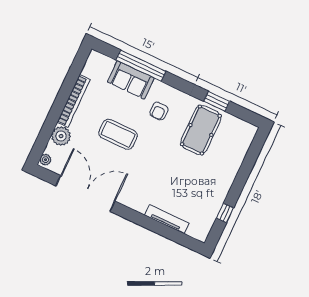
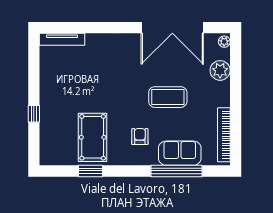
bookcase: (74, 101) -> (224, 135), moved
window: (225, 213) -> (34, 114), moved
tv unit: (167, 219) -> (62, 39), moved

